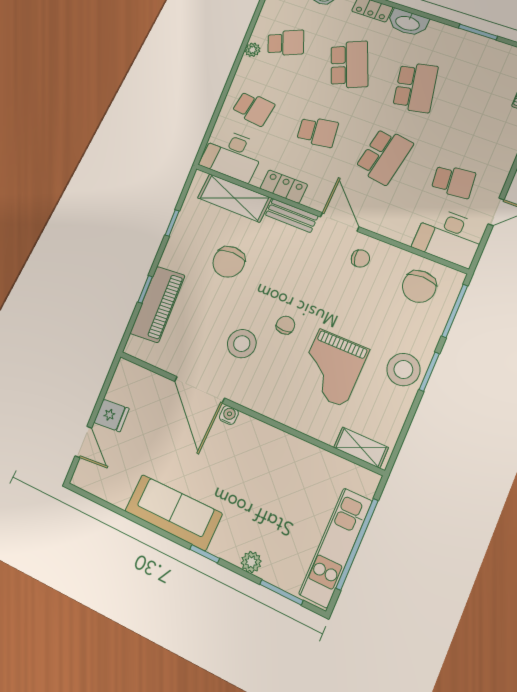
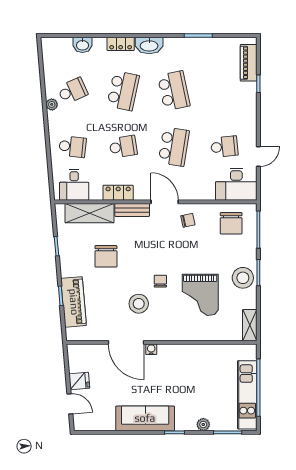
school desk: (349, 65) -> (123, 91), turned 36
desk: (232, 155) -> (74, 185), width x0.73
shelving: (361, 448) -> (250, 325), moved, turned 90

